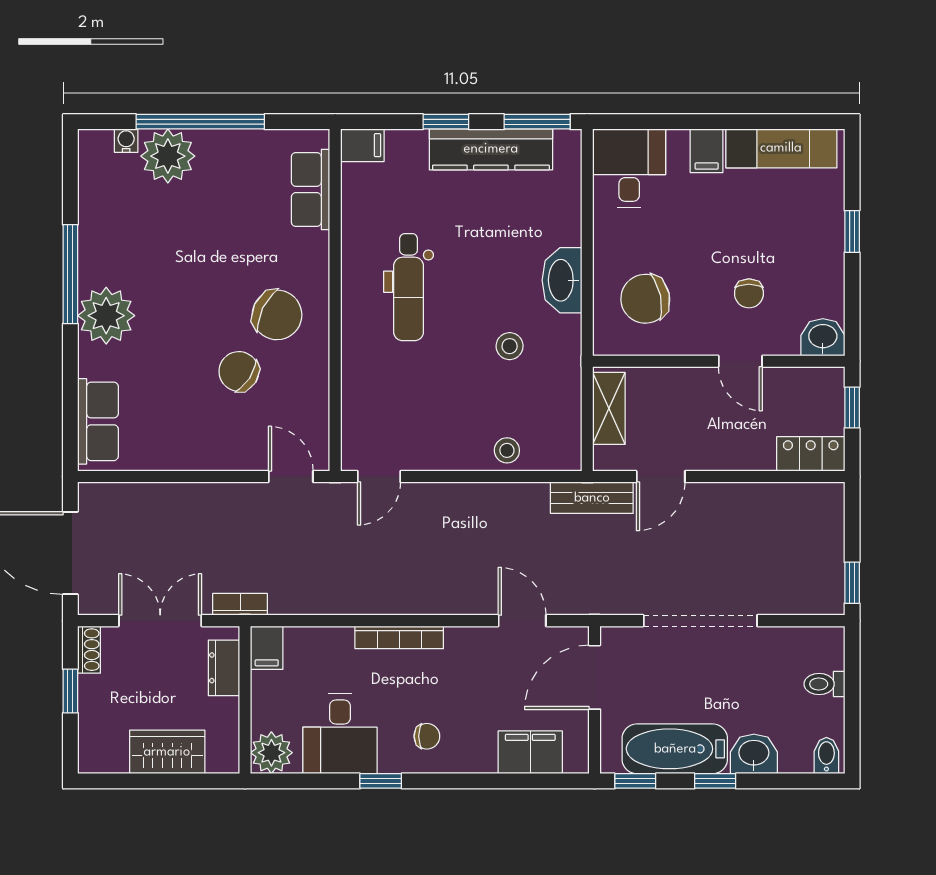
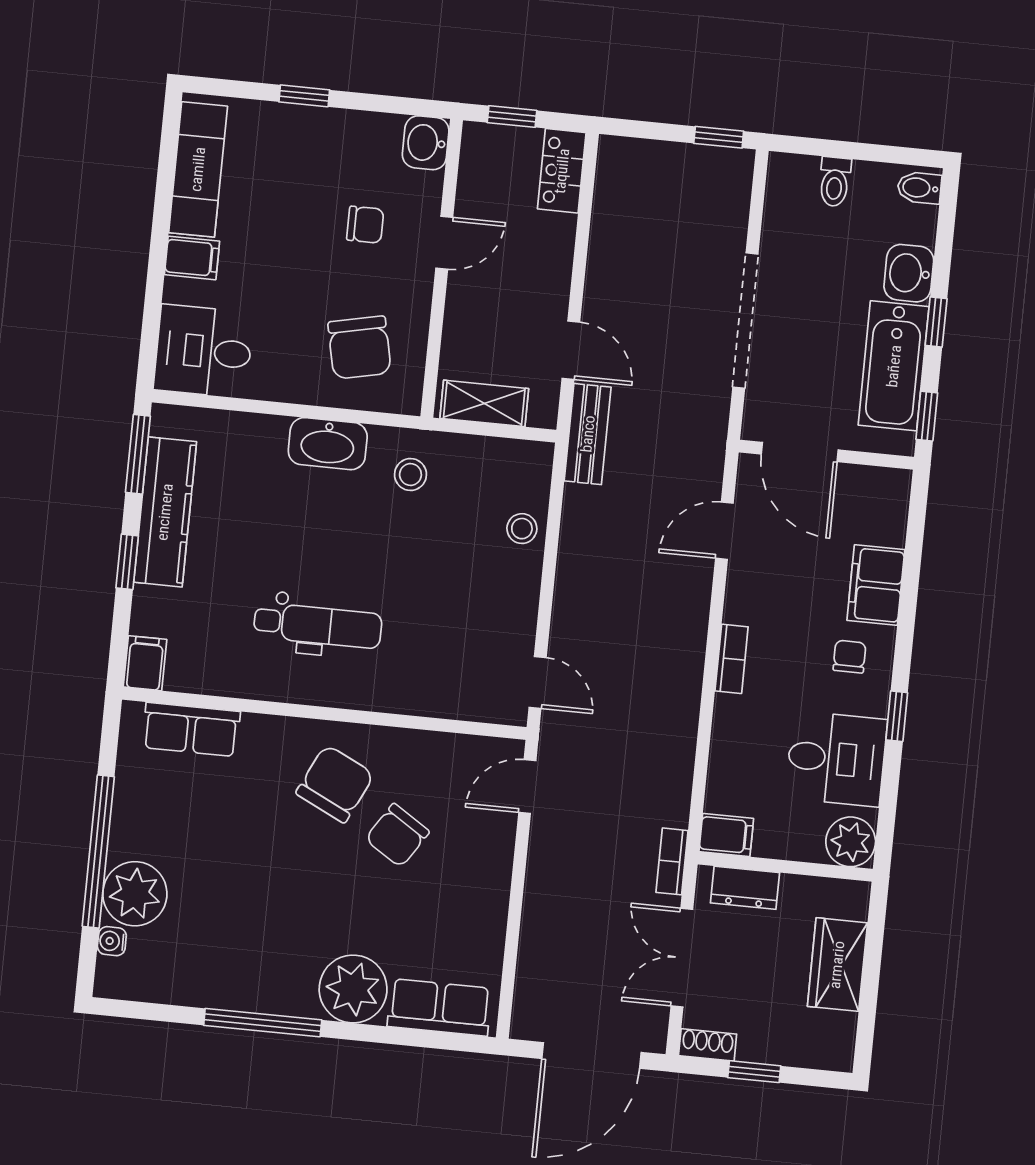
plant: (106, 316) -> (353, 989), moved
stool: (510, 346) -> (410, 475), moved
bookcase: (399, 637) -> (732, 659), width x0.64
filing cabinet: (530, 752) -> (876, 585), moved

